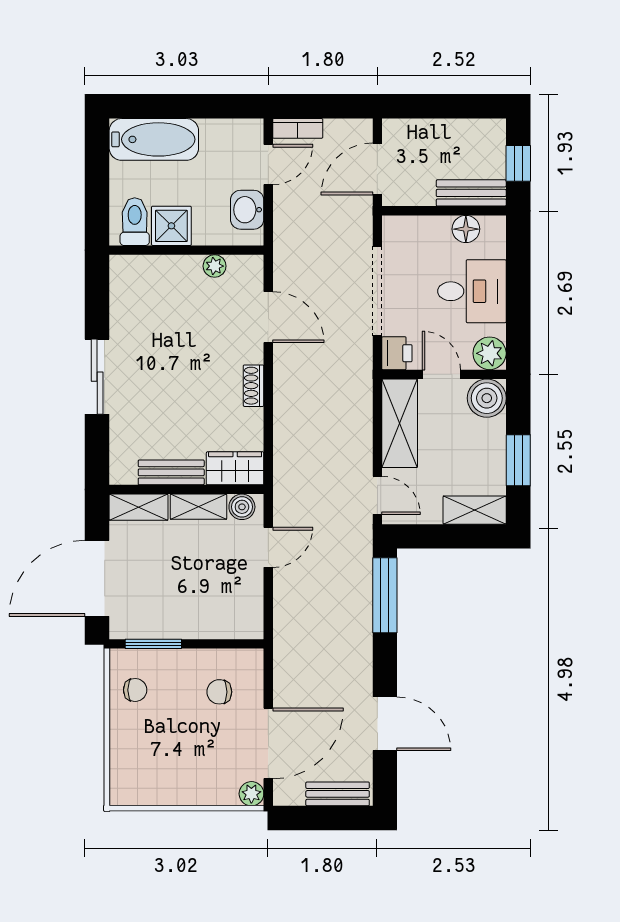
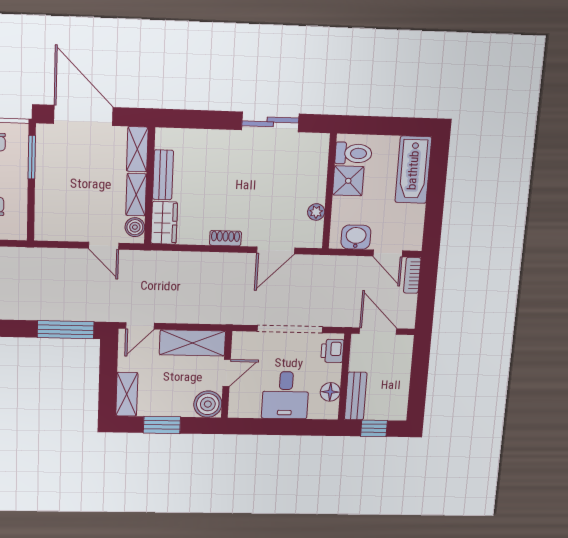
printer: (397, 353) -> (332, 351), moved, turned 90
plant: (490, 353) -> (240, 407), removed
sliding door: (97, 377) -> (270, 122), moved

